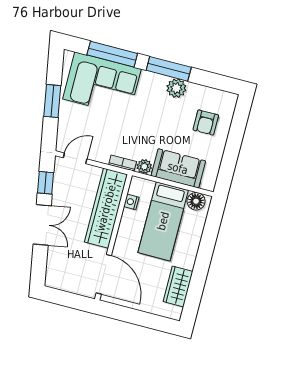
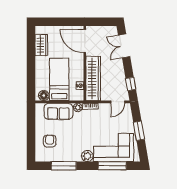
window: (169, 69) -> (64, 166), moved
plant: (176, 88) -> (87, 156), moved
double door: (42, 225) -> (124, 46), moved

